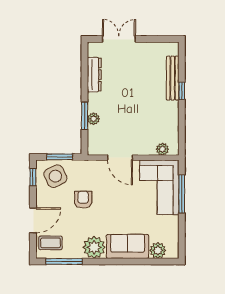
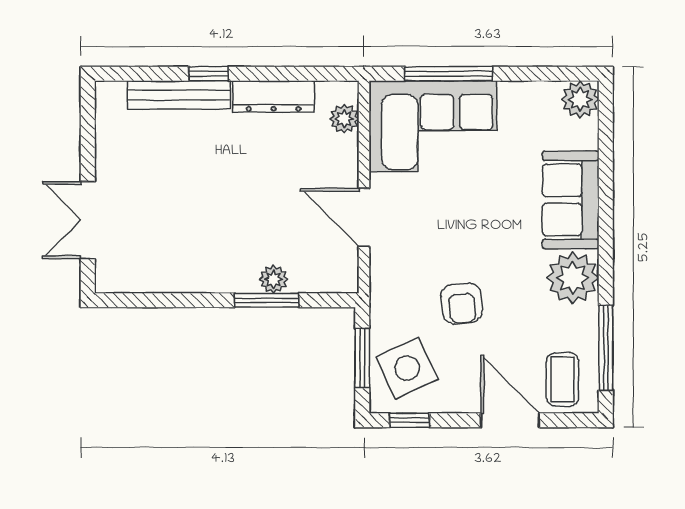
dresser: (94, 75) -> (274, 96), moved, turned 180
door: (120, 158) -> (364, 217), swing flipped
armchair: (83, 200) -> (462, 303), turned -96
plant: (158, 250) -> (580, 99), moved

